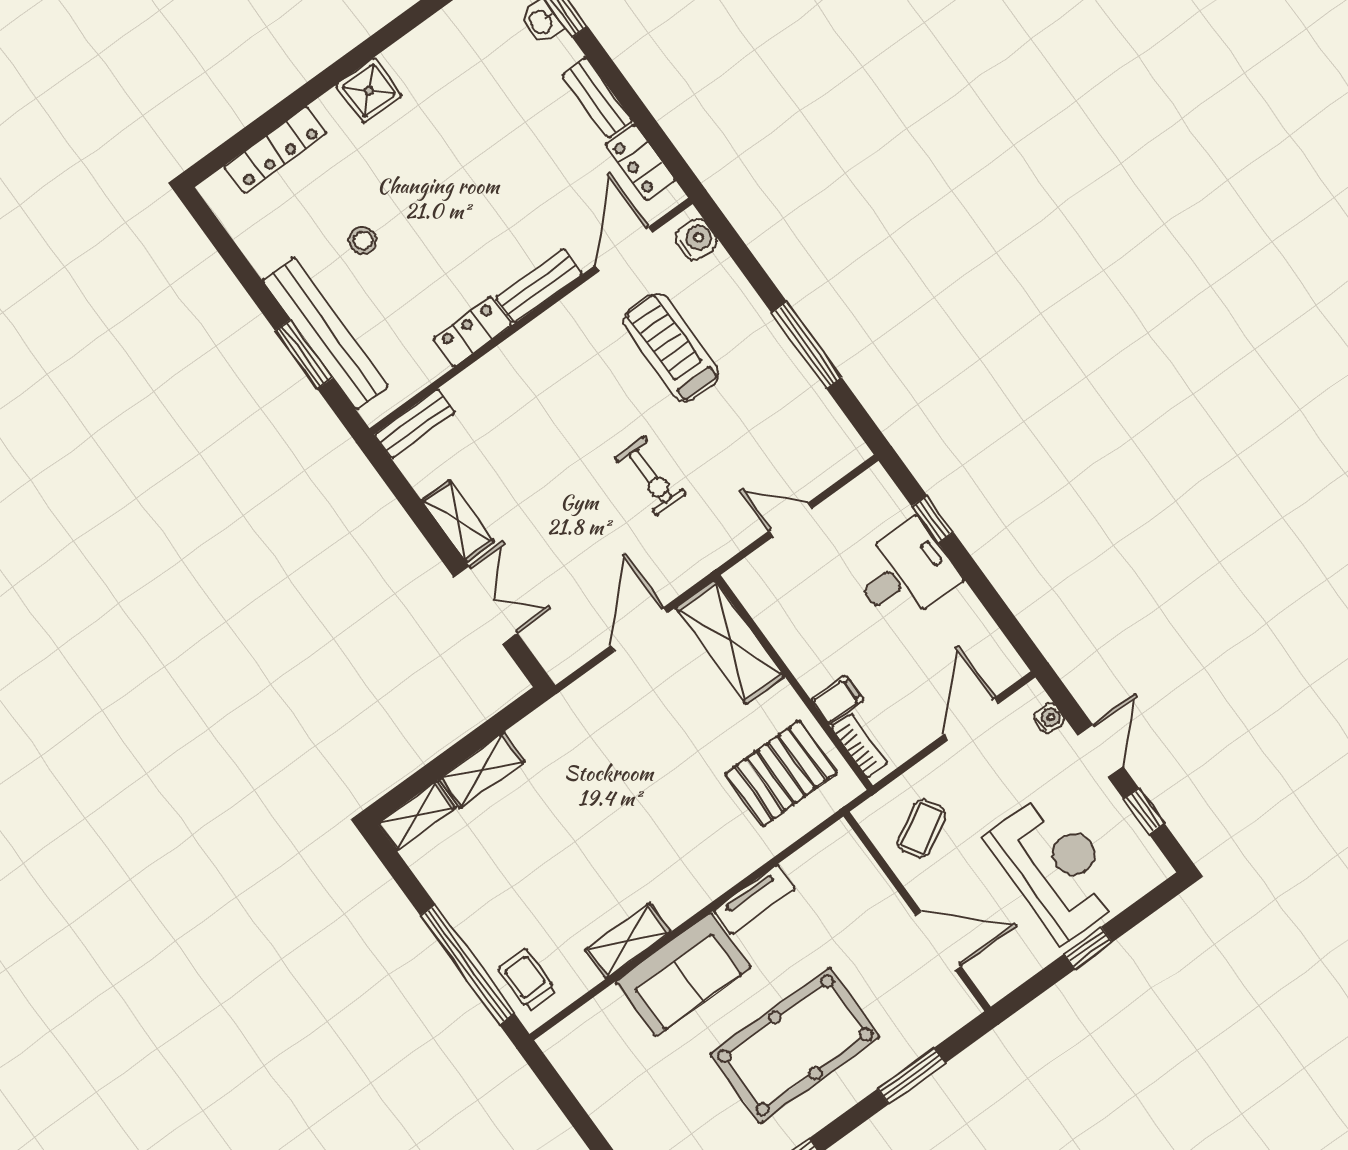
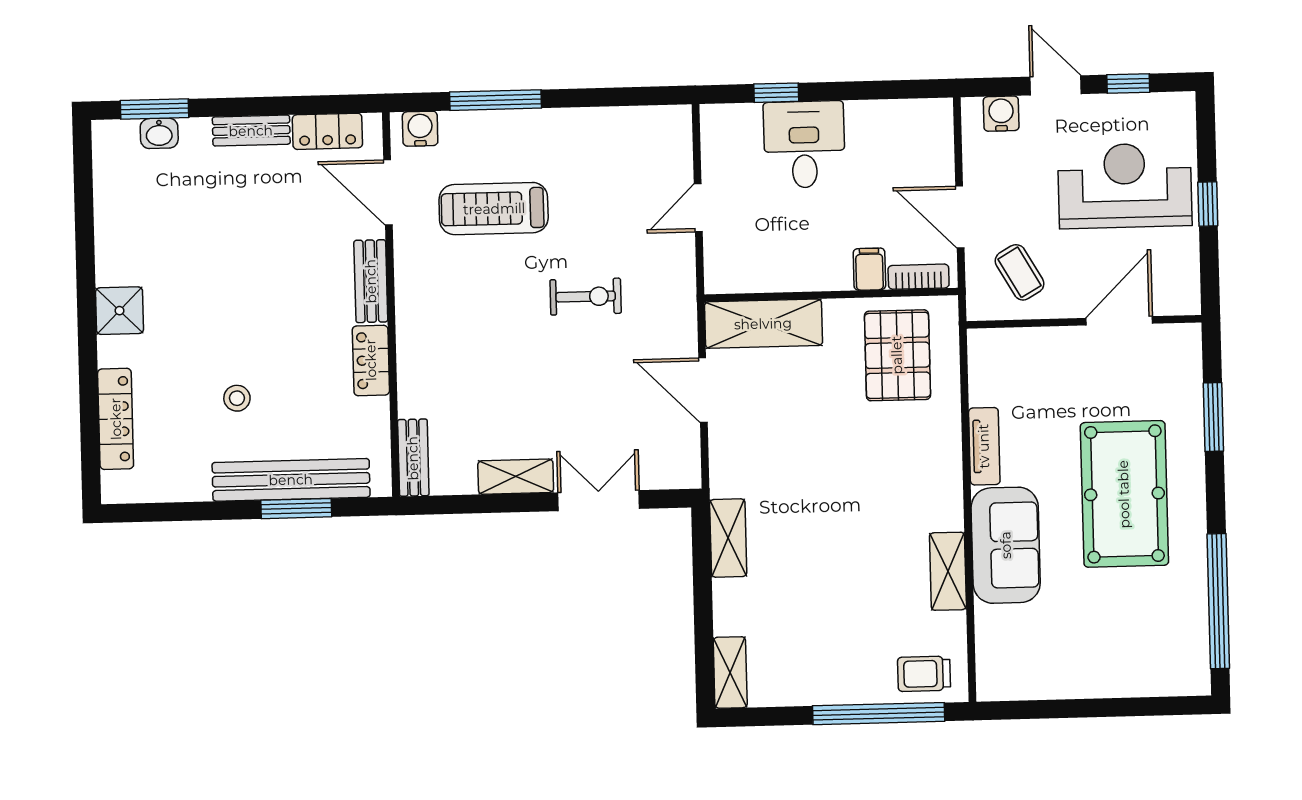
window: (807, 345) -> (495, 100), moved
water cooler: (1049, 718) -> (1001, 114), width x1.38, depth x1.38
door: (971, 719) -> (960, 217), moved
shelving: (482, 770) -> (728, 538), moved

